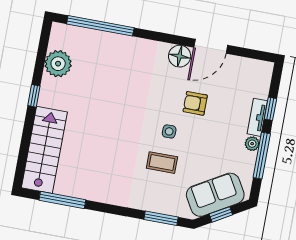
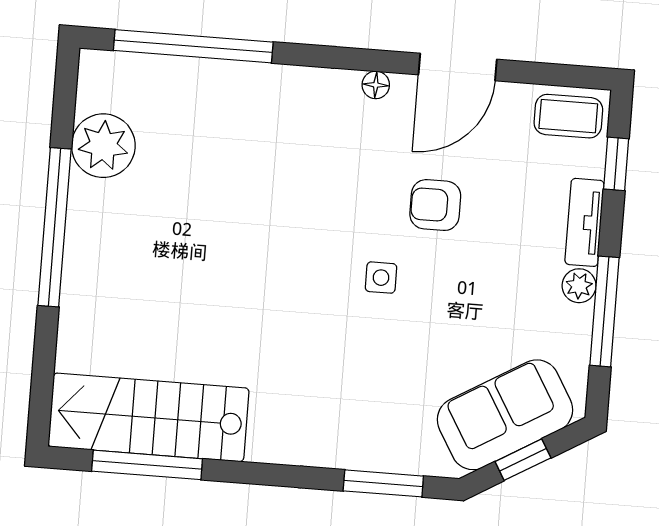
floor lamp: (180, 56) -> (376, 85), width x0.53, depth x0.53
window: (34, 96) -> (55, 227), width x3.17
window: (270, 109) -> (616, 164), moved
stairs: (44, 150) -> (148, 417), moved, turned -90
coffee table: (162, 163) -> (568, 116), moved

